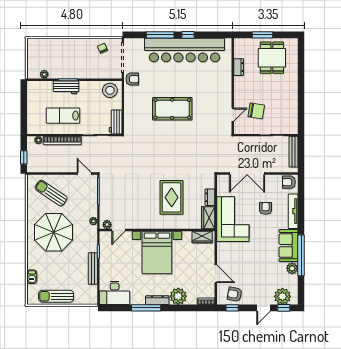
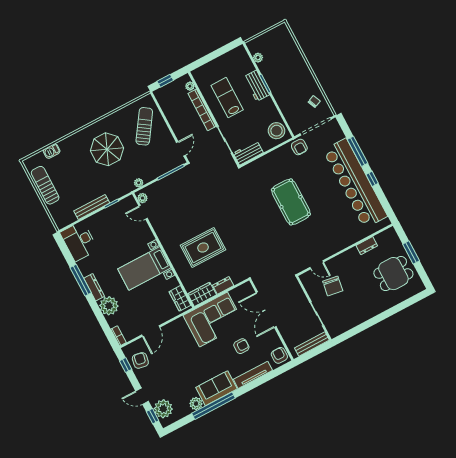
parasol: (54, 232) -> (107, 149), width x0.73, depth x0.73
bed with nightstands: (157, 253) -> (144, 268), width x0.73

